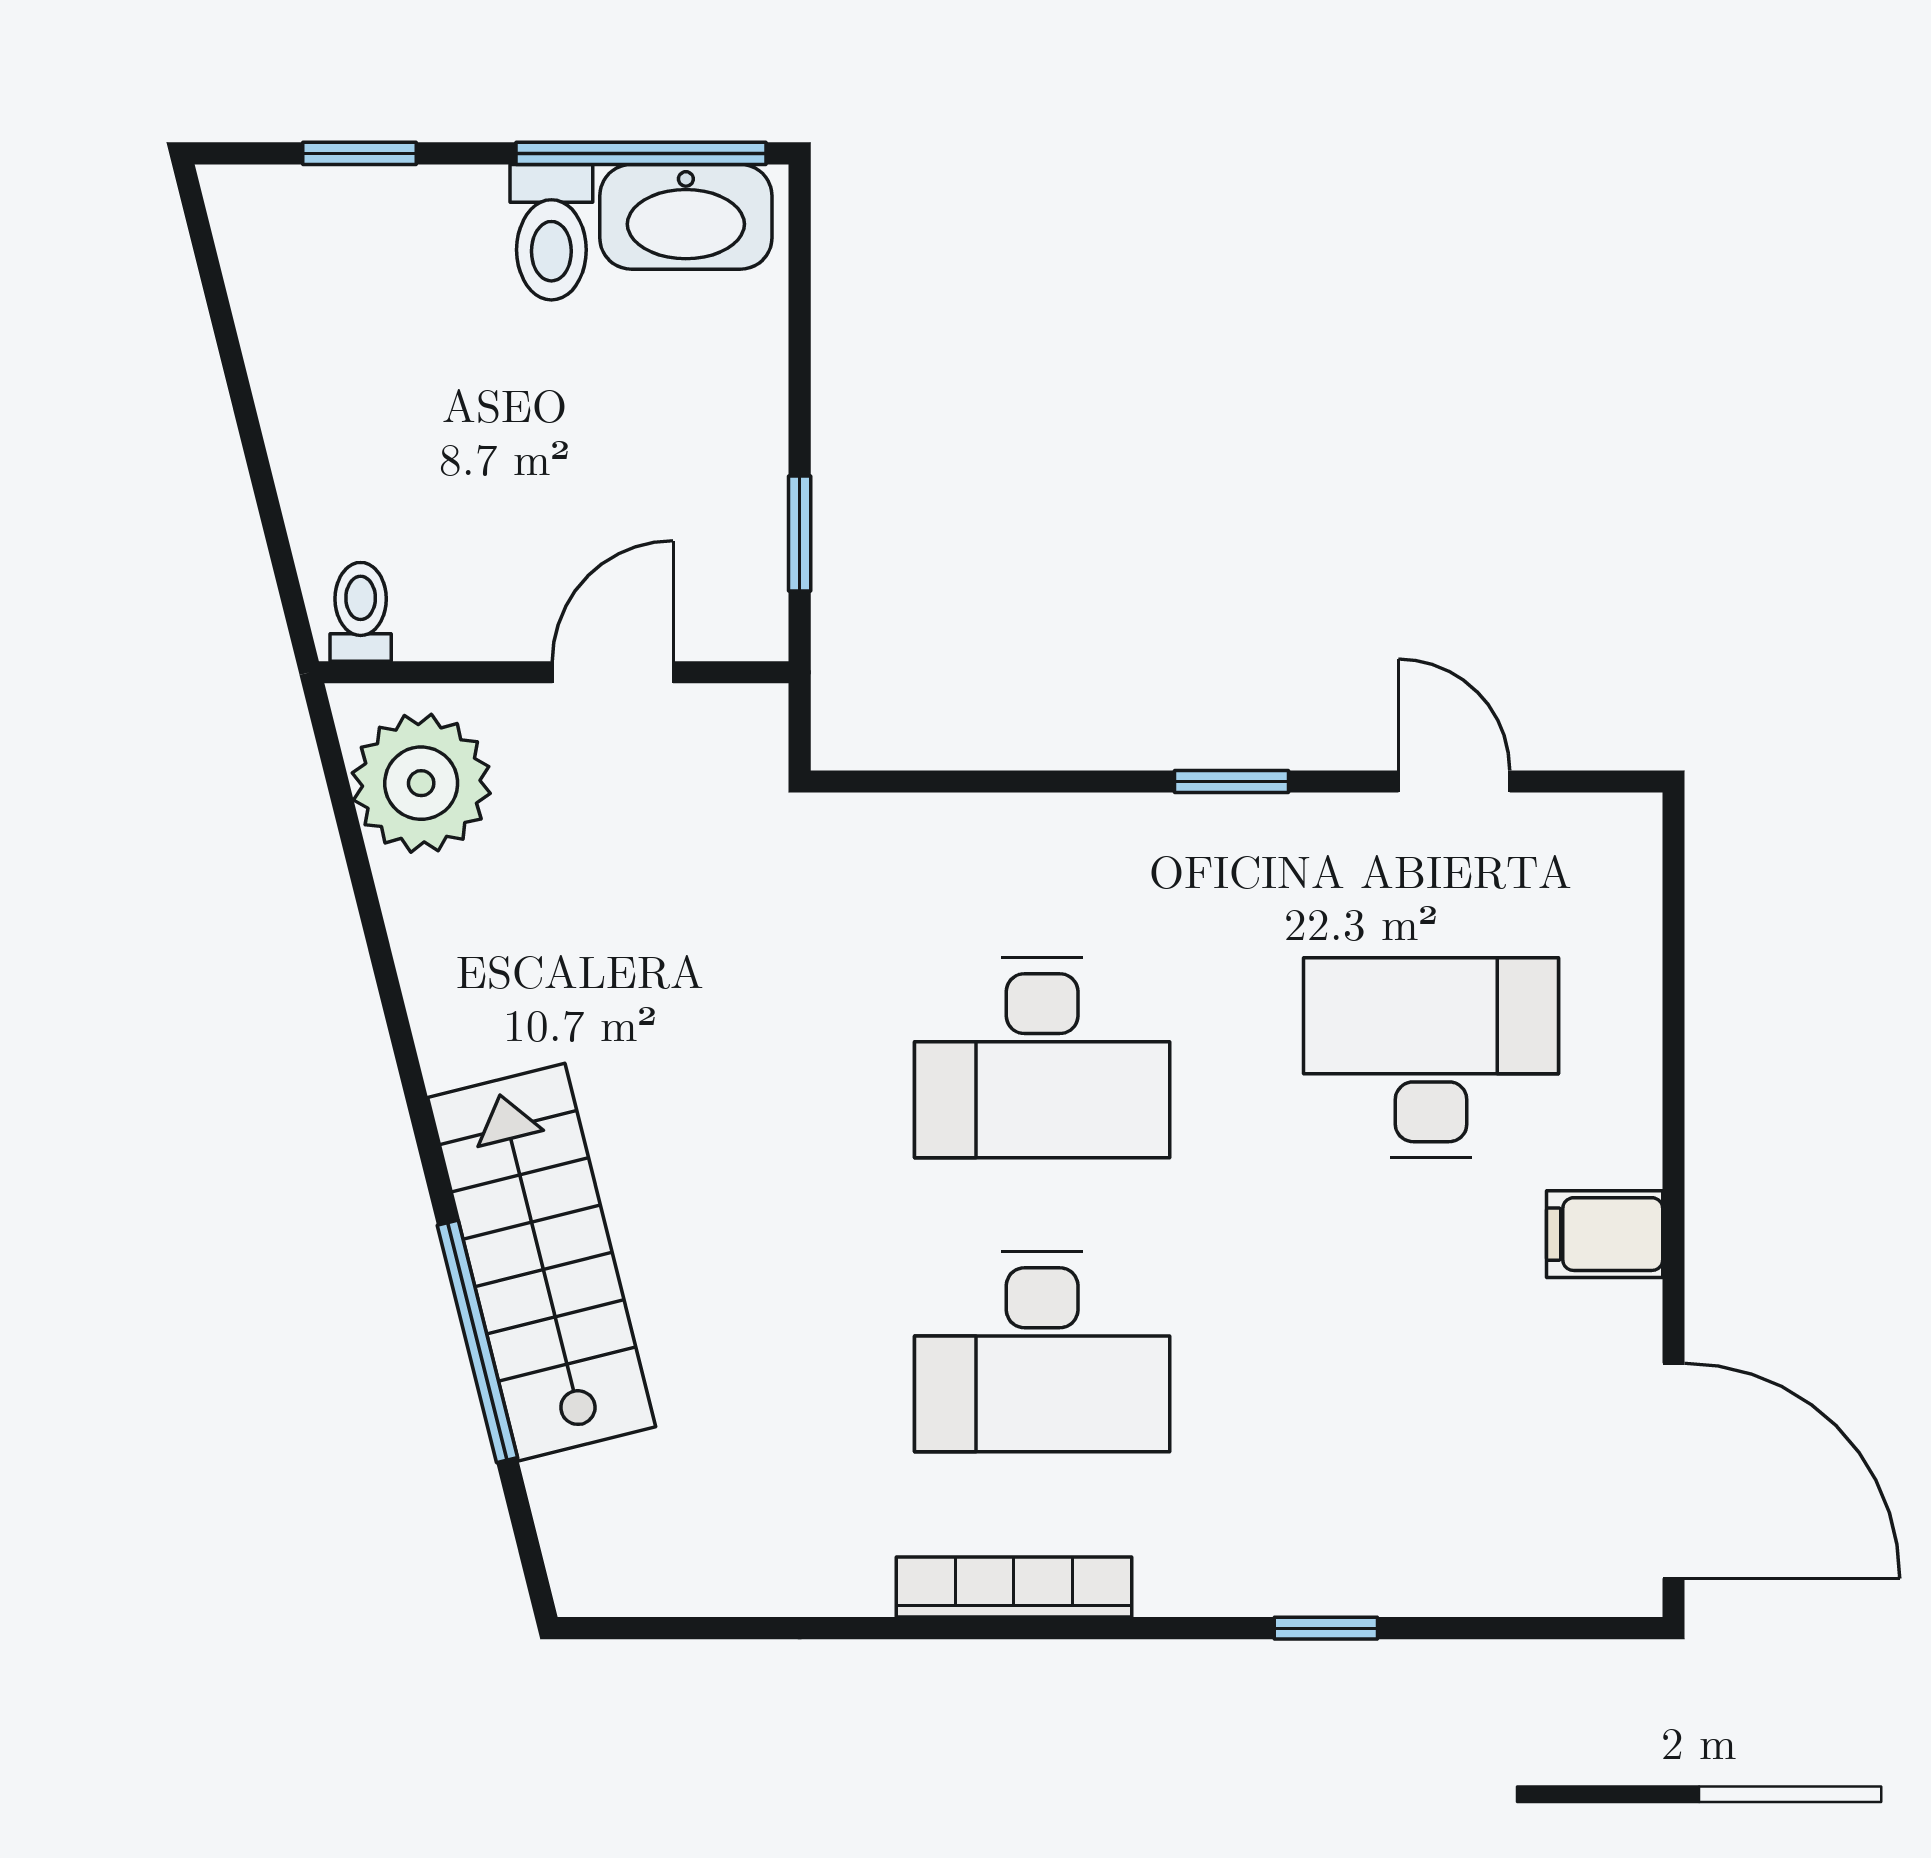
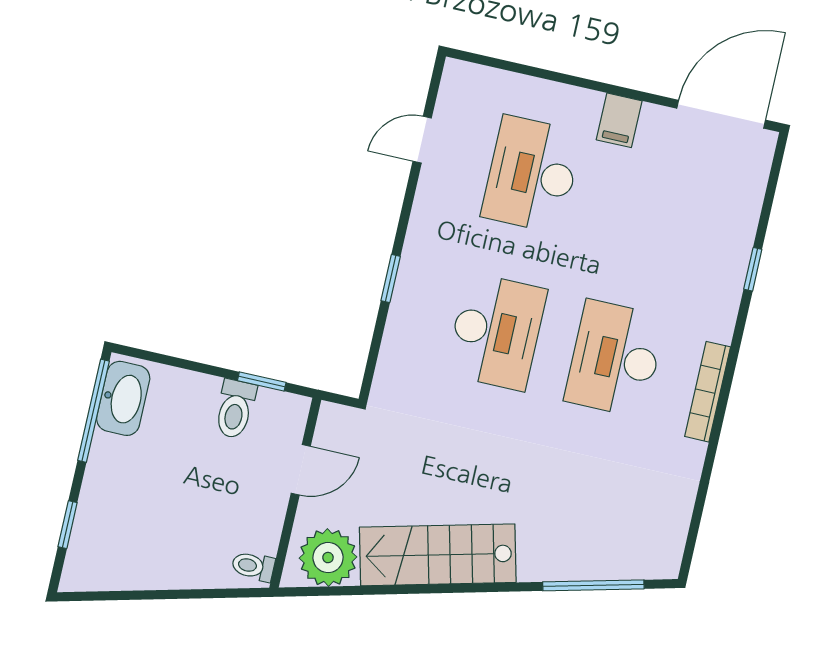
toilet: (551, 232) -> (235, 409), moved, turned 90
door: (613, 672) -> (301, 470), swing flipped
window: (1231, 781) -> (391, 279), moved
stairs: (542, 1262) -> (438, 555), moved
window: (477, 1341) -> (593, 585), moved
desk: (1042, 1352) -> (615, 359), turned 180

